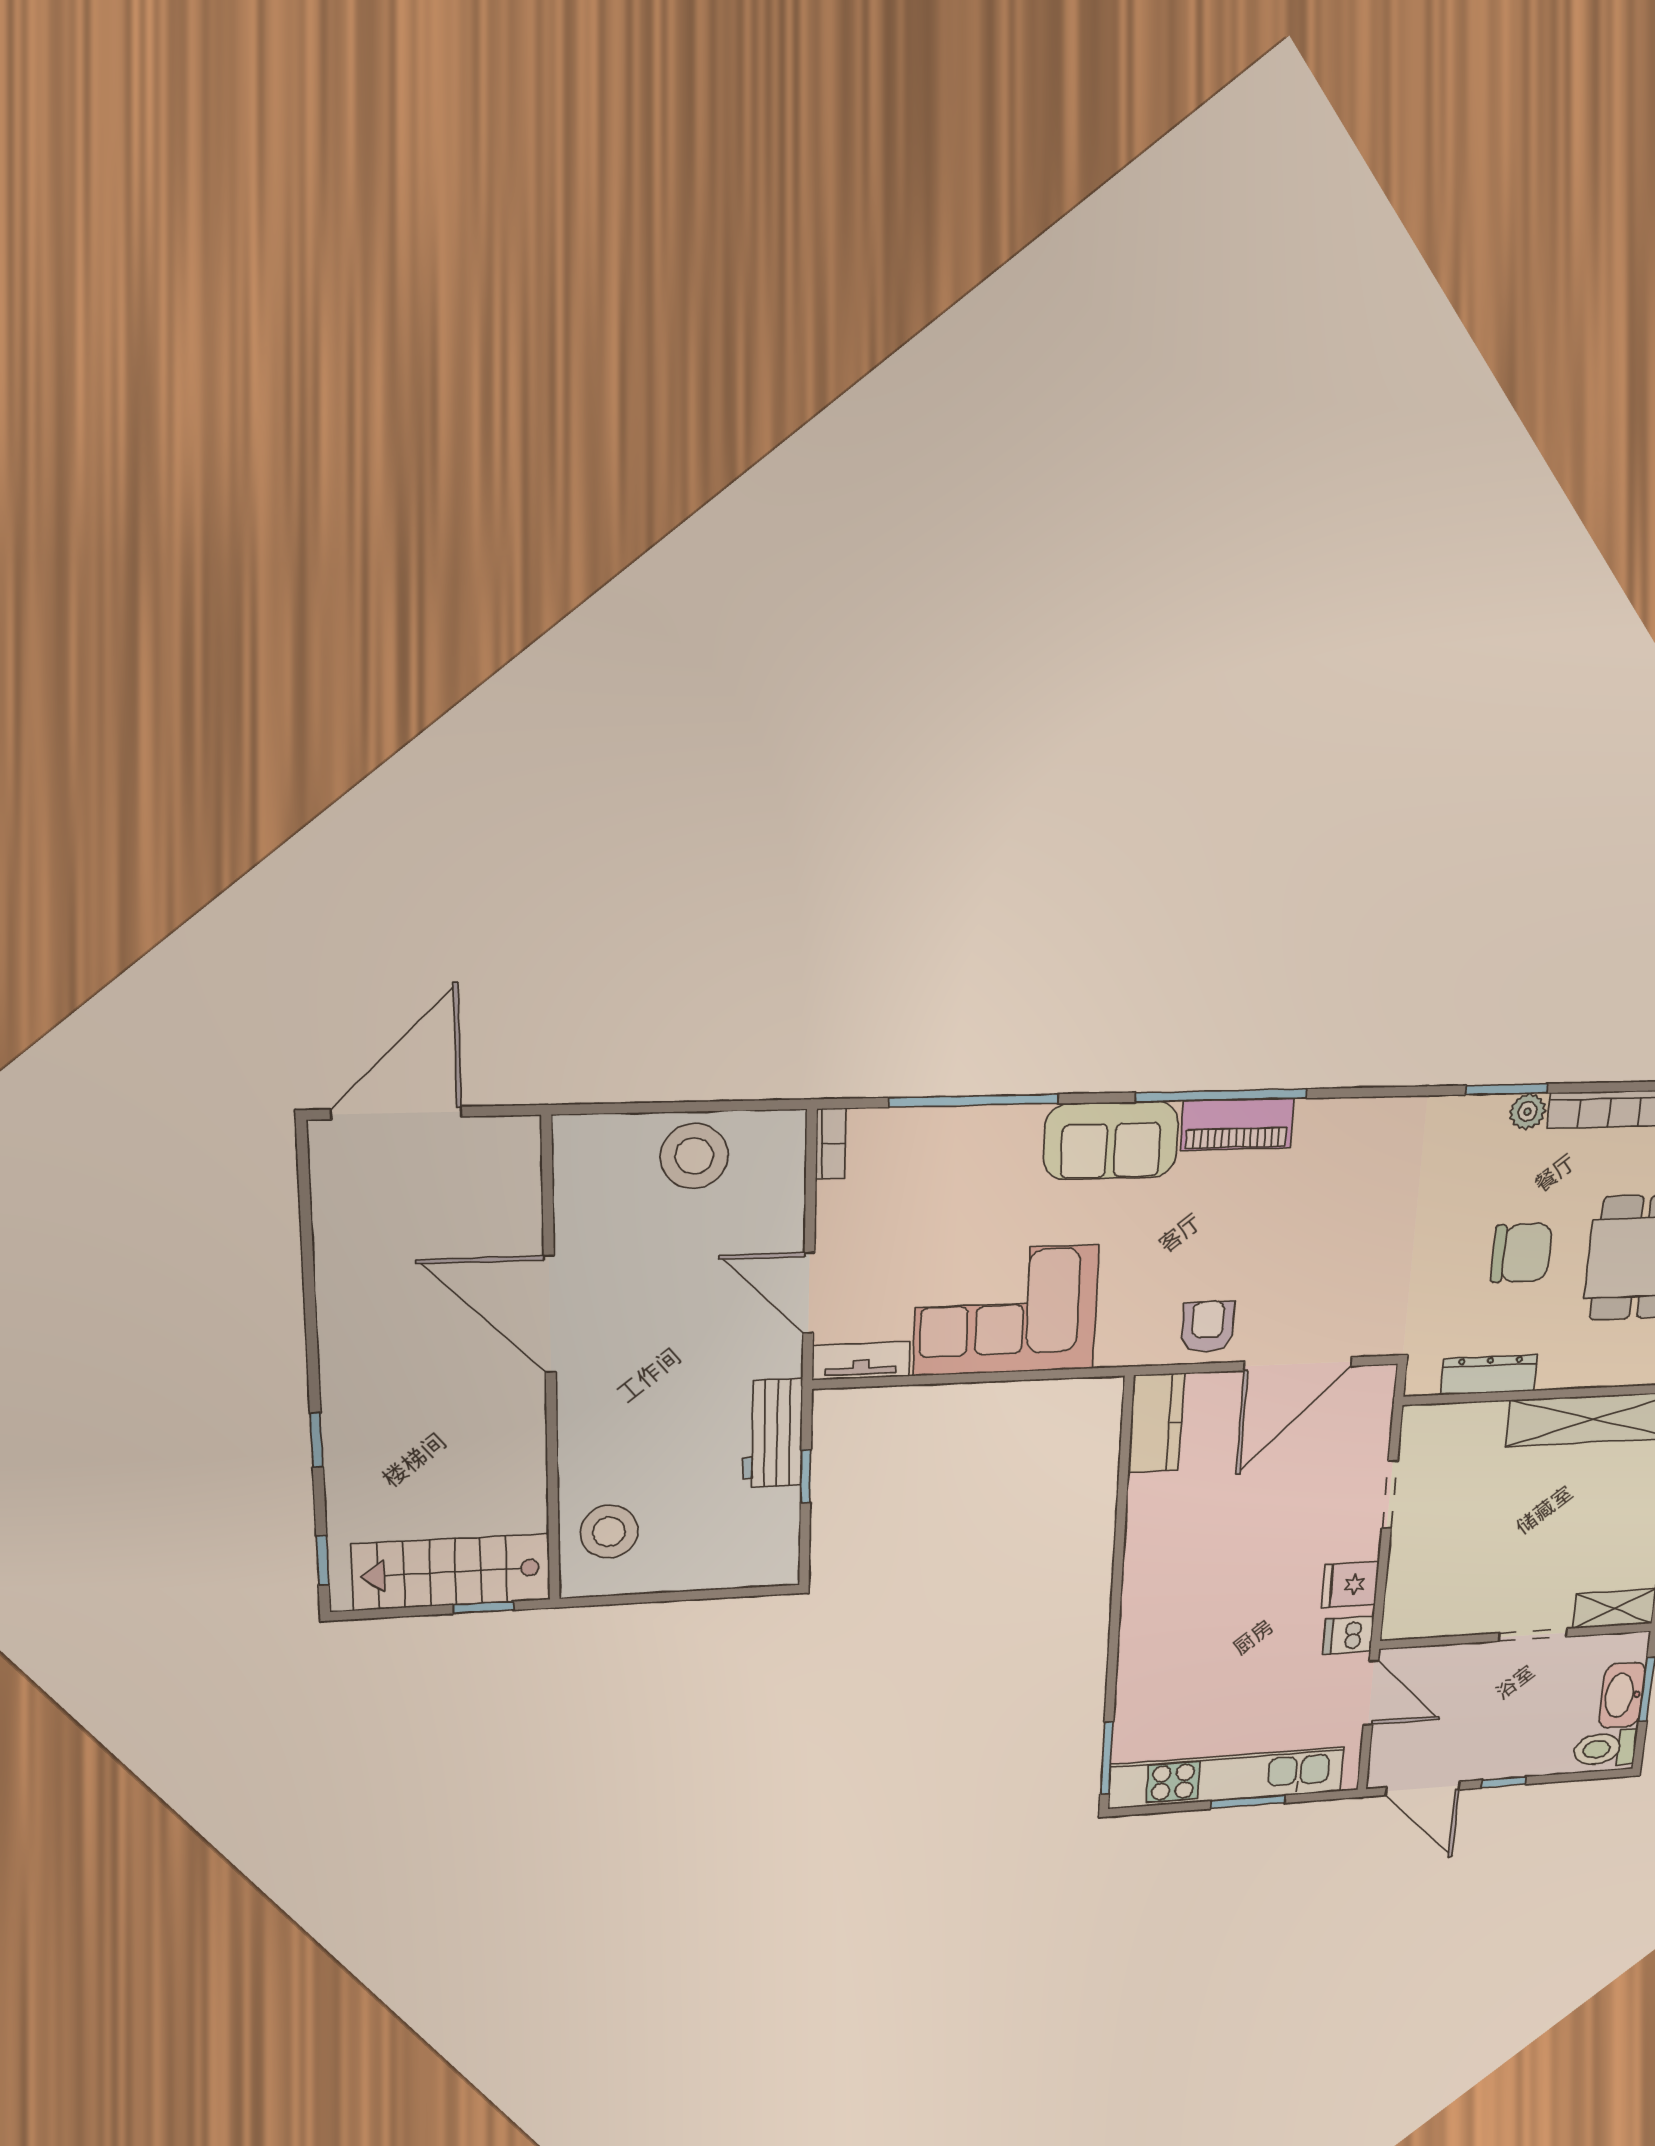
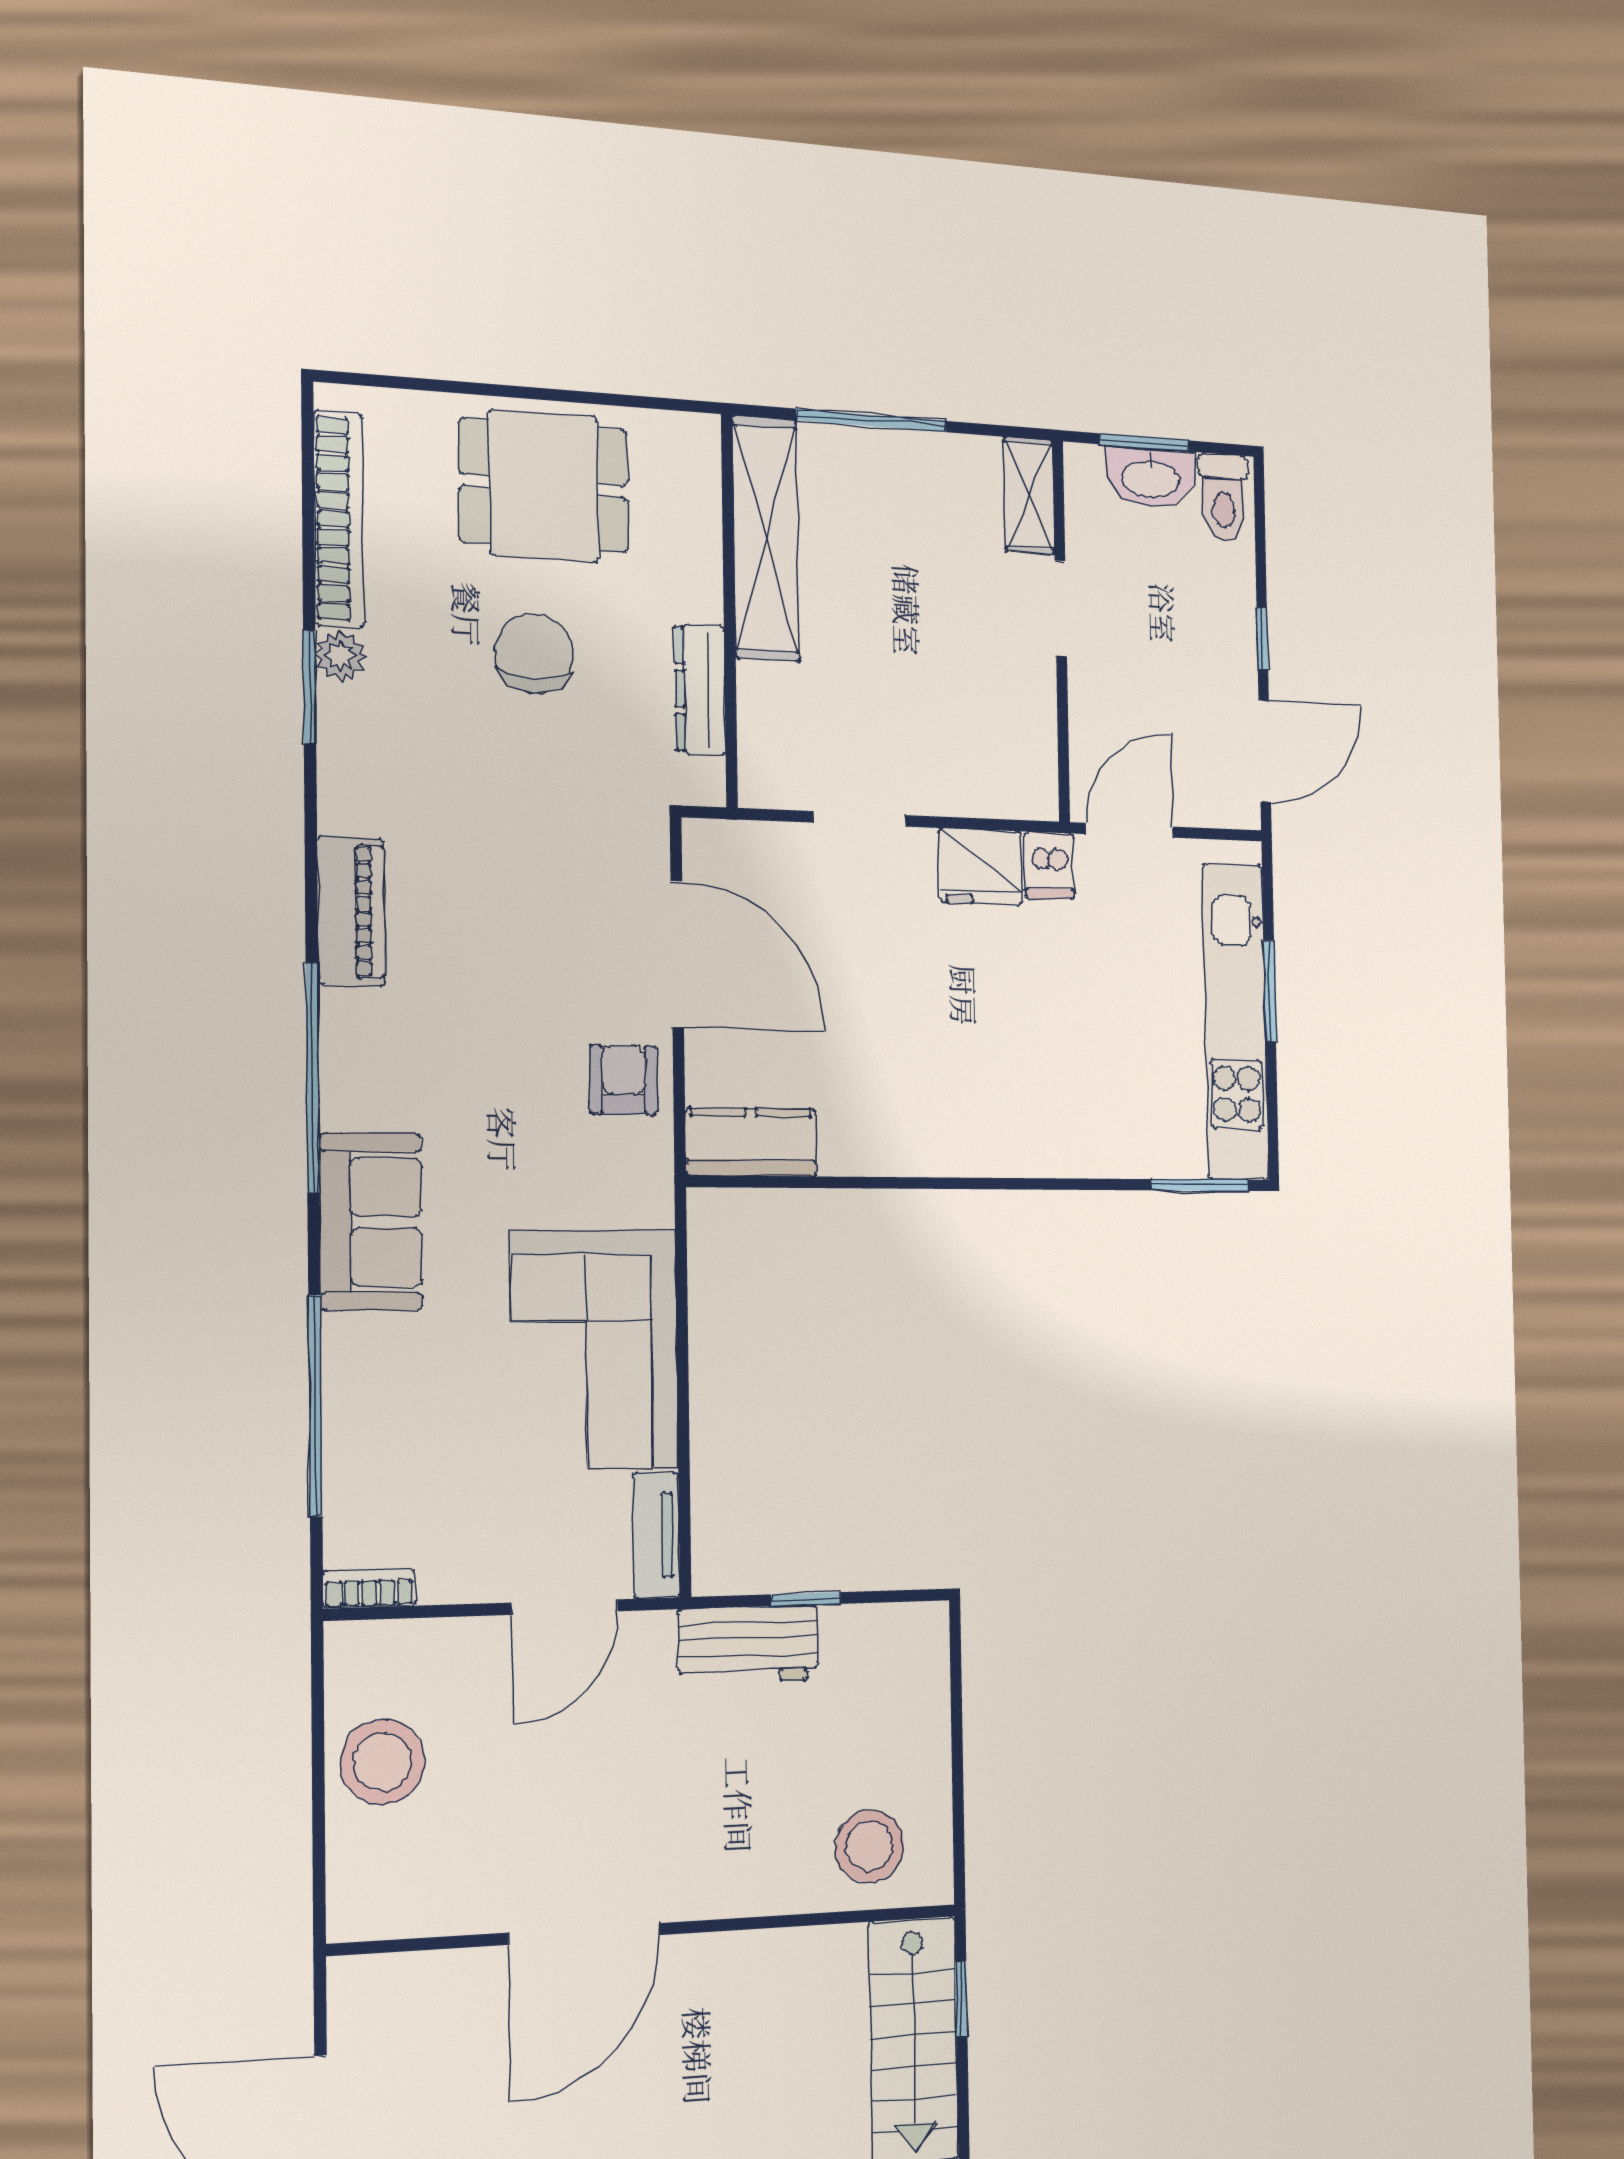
piano: (1237, 1124) -> (351, 911), moved
armchair: (1208, 1327) -> (623, 1080), turned 90
fridge: (1350, 1585) -> (980, 867), width x1.38

